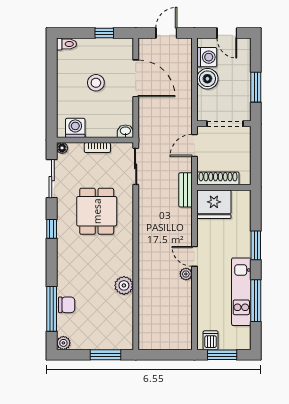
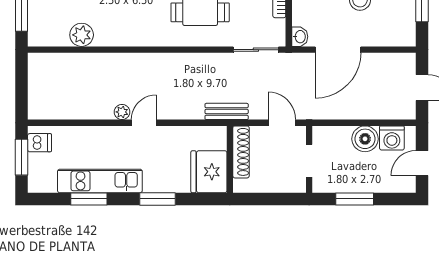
door: (136, 78) -> (338, 50), moved
doorway: (225, 124) -> (309, 161), width x0.73
fridge: (214, 204) -> (209, 172), moved
plant: (124, 285) -> (82, 35), moved
window: (256, 301) -> (89, 199), width x0.69

